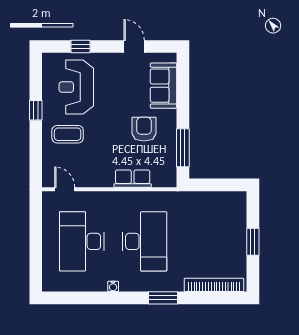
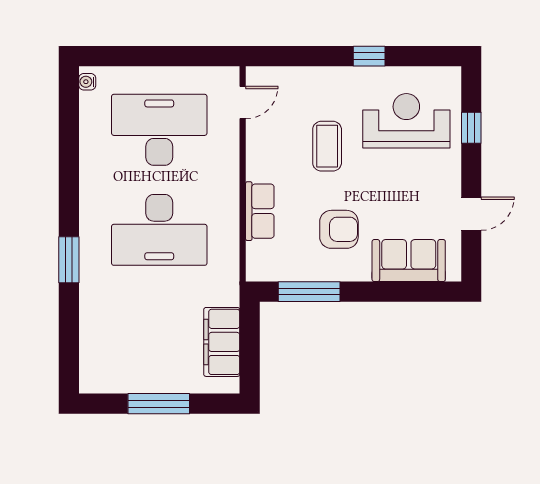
coffee table: (68, 134) -> (327, 146), moved
filing cabinet: (214, 202) -> (222, 342), added
window: (253, 242) -> (159, 404), width x1.44
bookcase: (214, 285) -> (90, 341), removed
water cooler: (113, 286) -> (87, 82), moved

